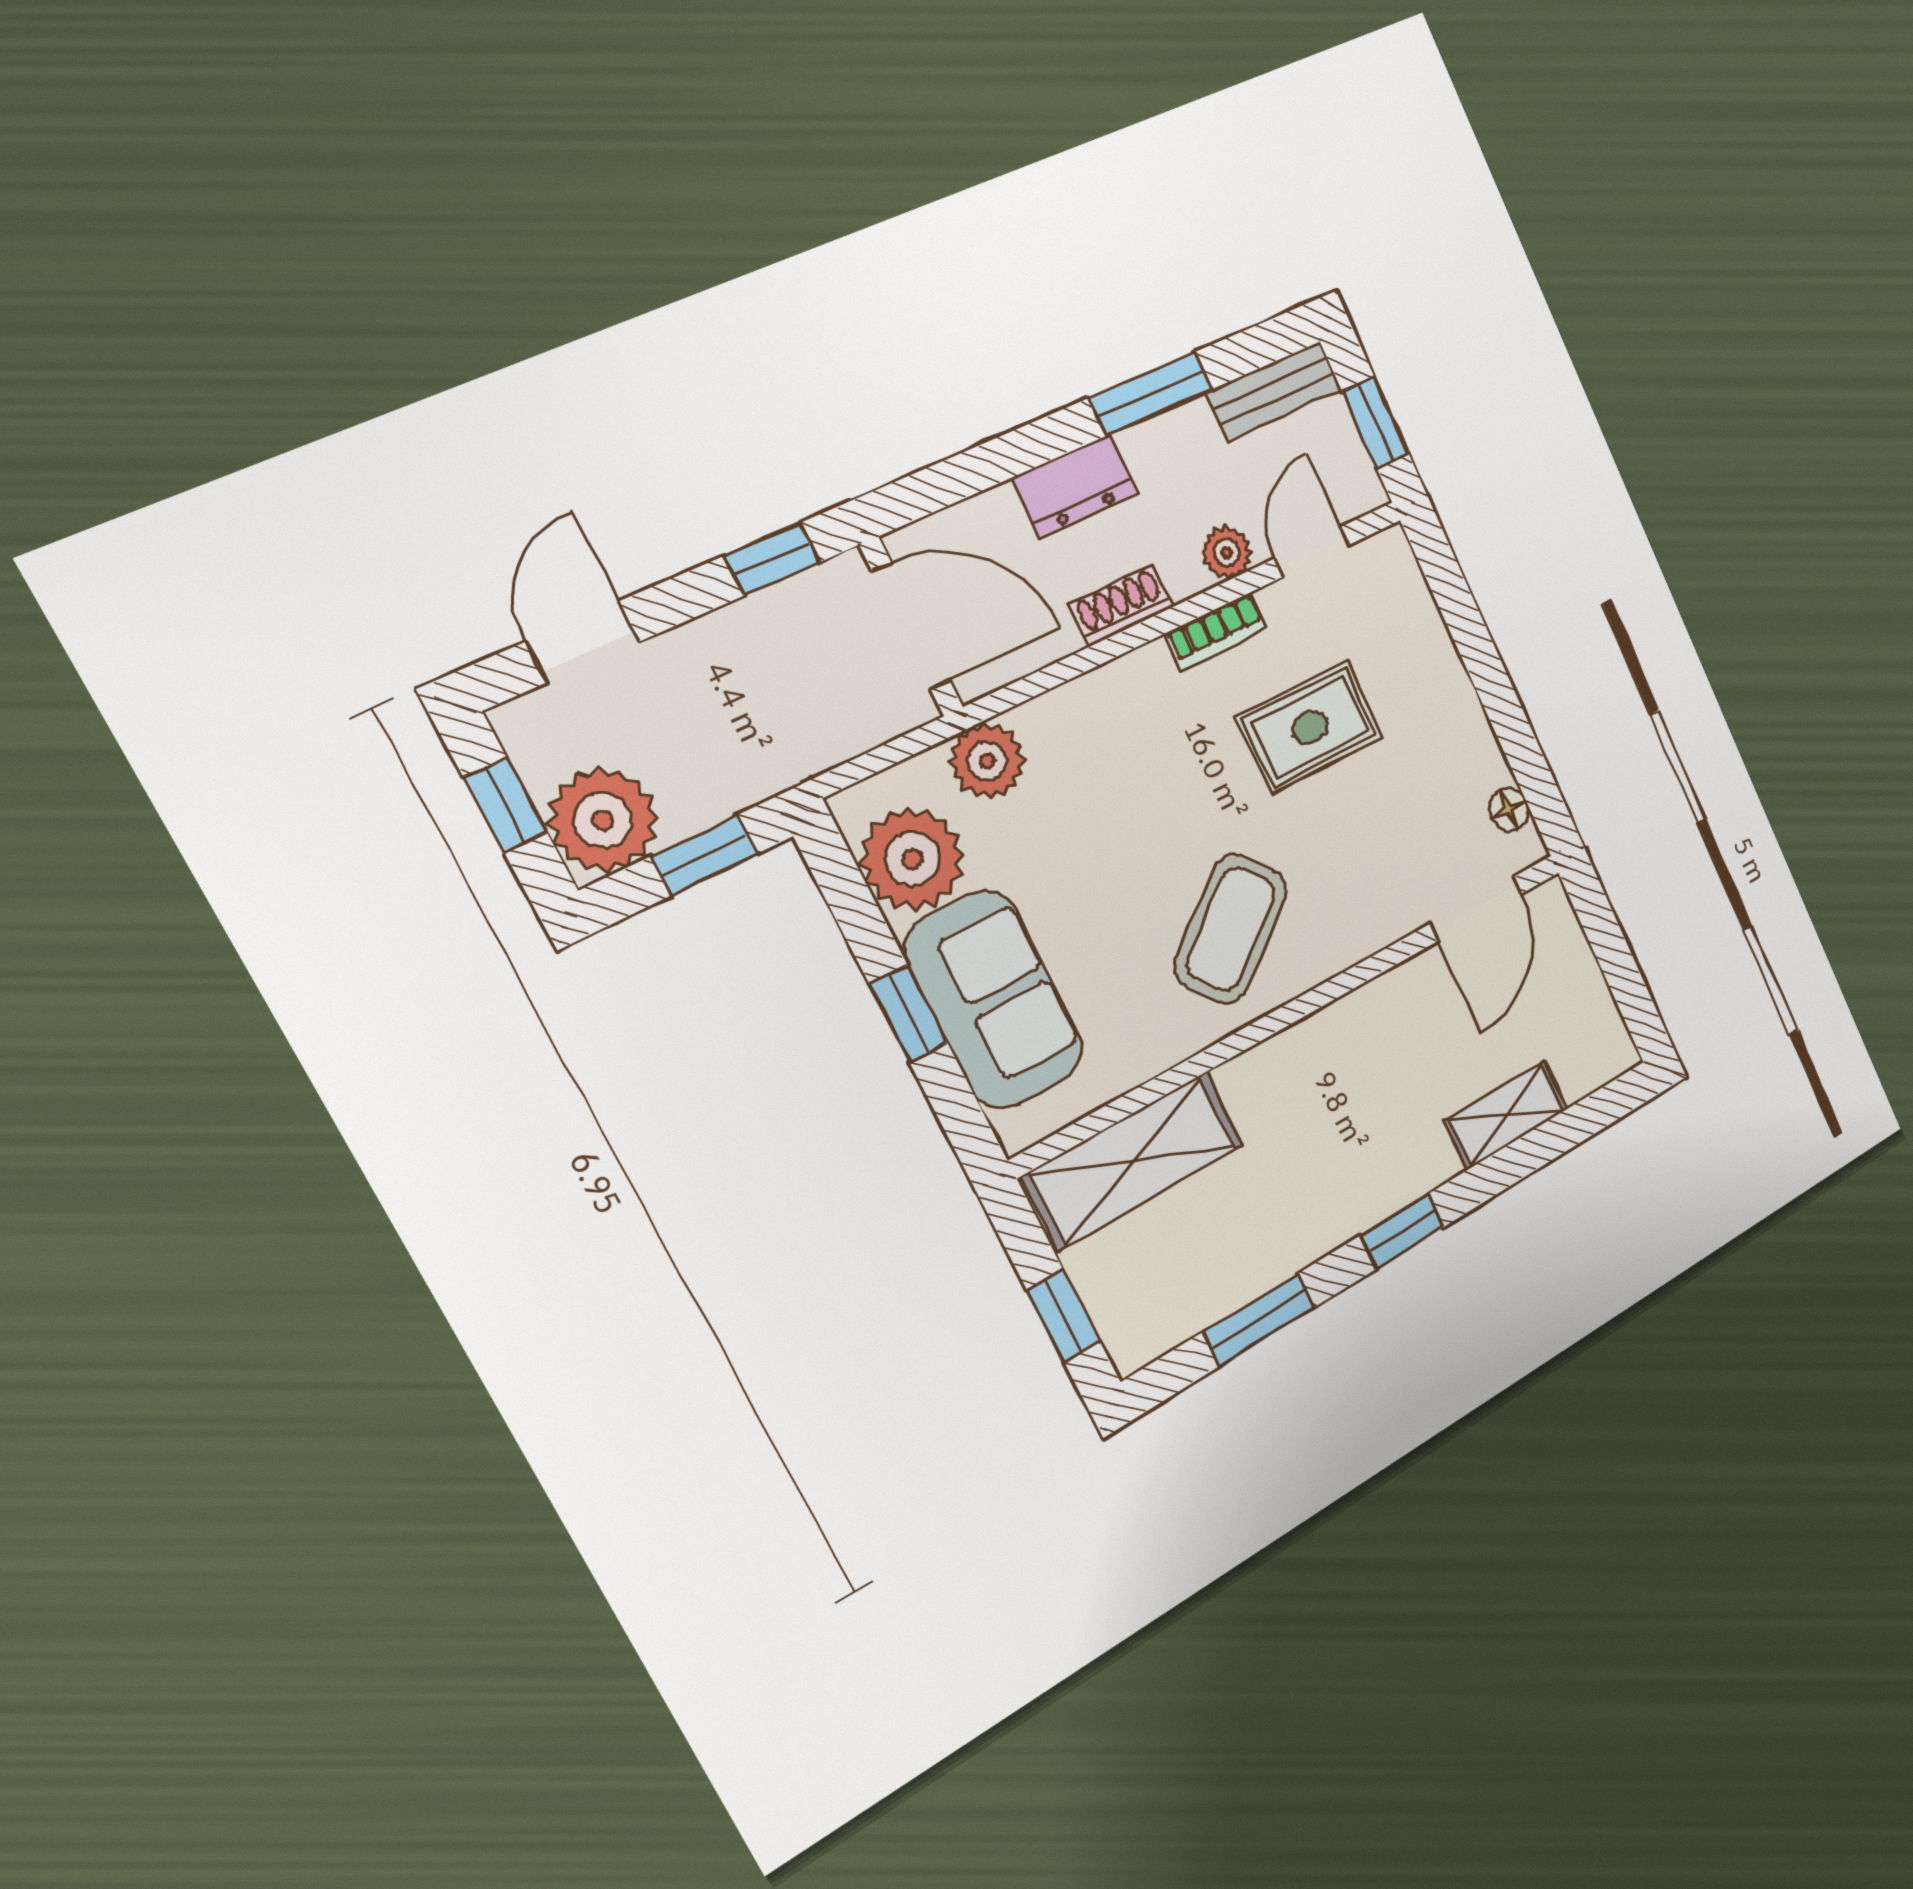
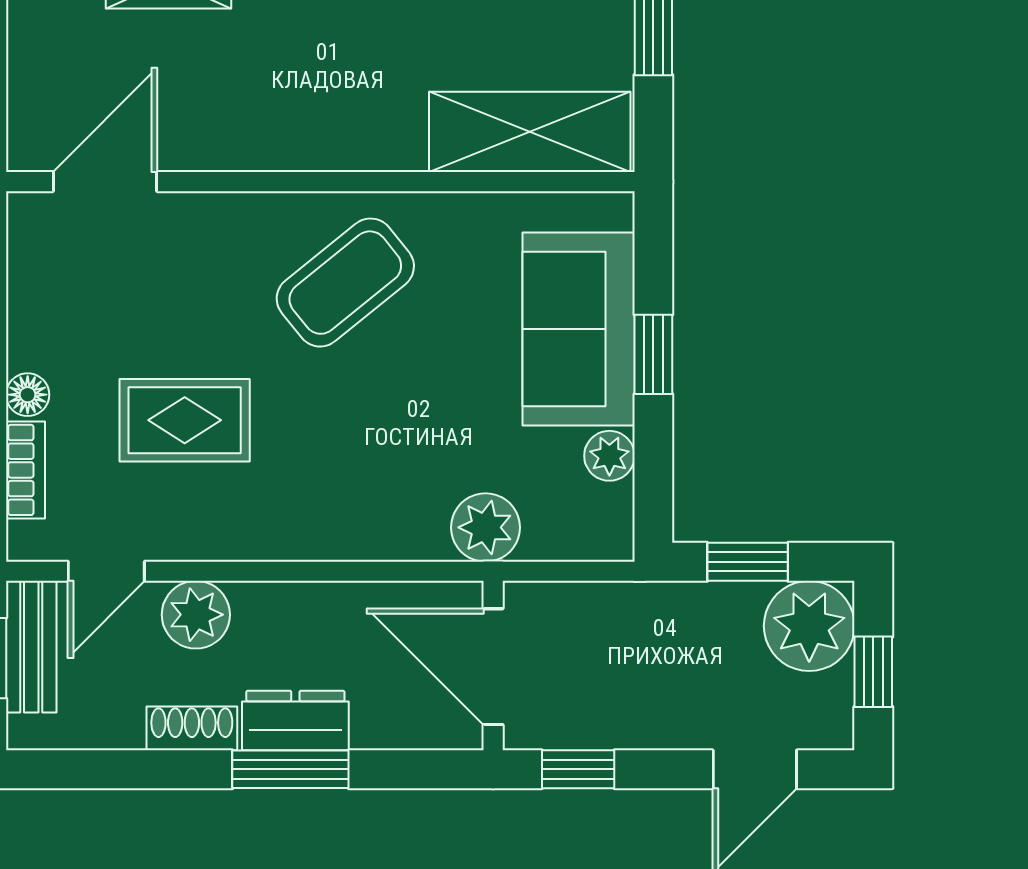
bench: (1274, 391) -> (31, 647), moved, turned 90
window: (1151, 394) -> (290, 769), moved
plant: (1227, 553) -> (196, 615), width x1.38, depth x1.38
shoe rack: (1121, 606) -> (192, 728), moved, turned 180
bookcase: (1216, 631) -> (26, 470), moved, turned 90
floor lamp: (1509, 809) -> (28, 395), moved
plant: (912, 859) -> (609, 456), width x0.53, depth x0.53

